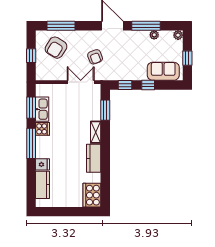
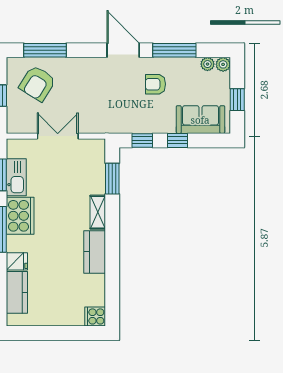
plant: (154, 35) -> (207, 64), moved
armchair: (95, 57) -> (155, 84), moved, turned 110
double door: (81, 82) -> (58, 136), moved
cooker: (43, 129) -> (20, 216), width x1.87, depth x1.31
cooker: (92, 195) -> (95, 316), width x0.53, depth x0.76

